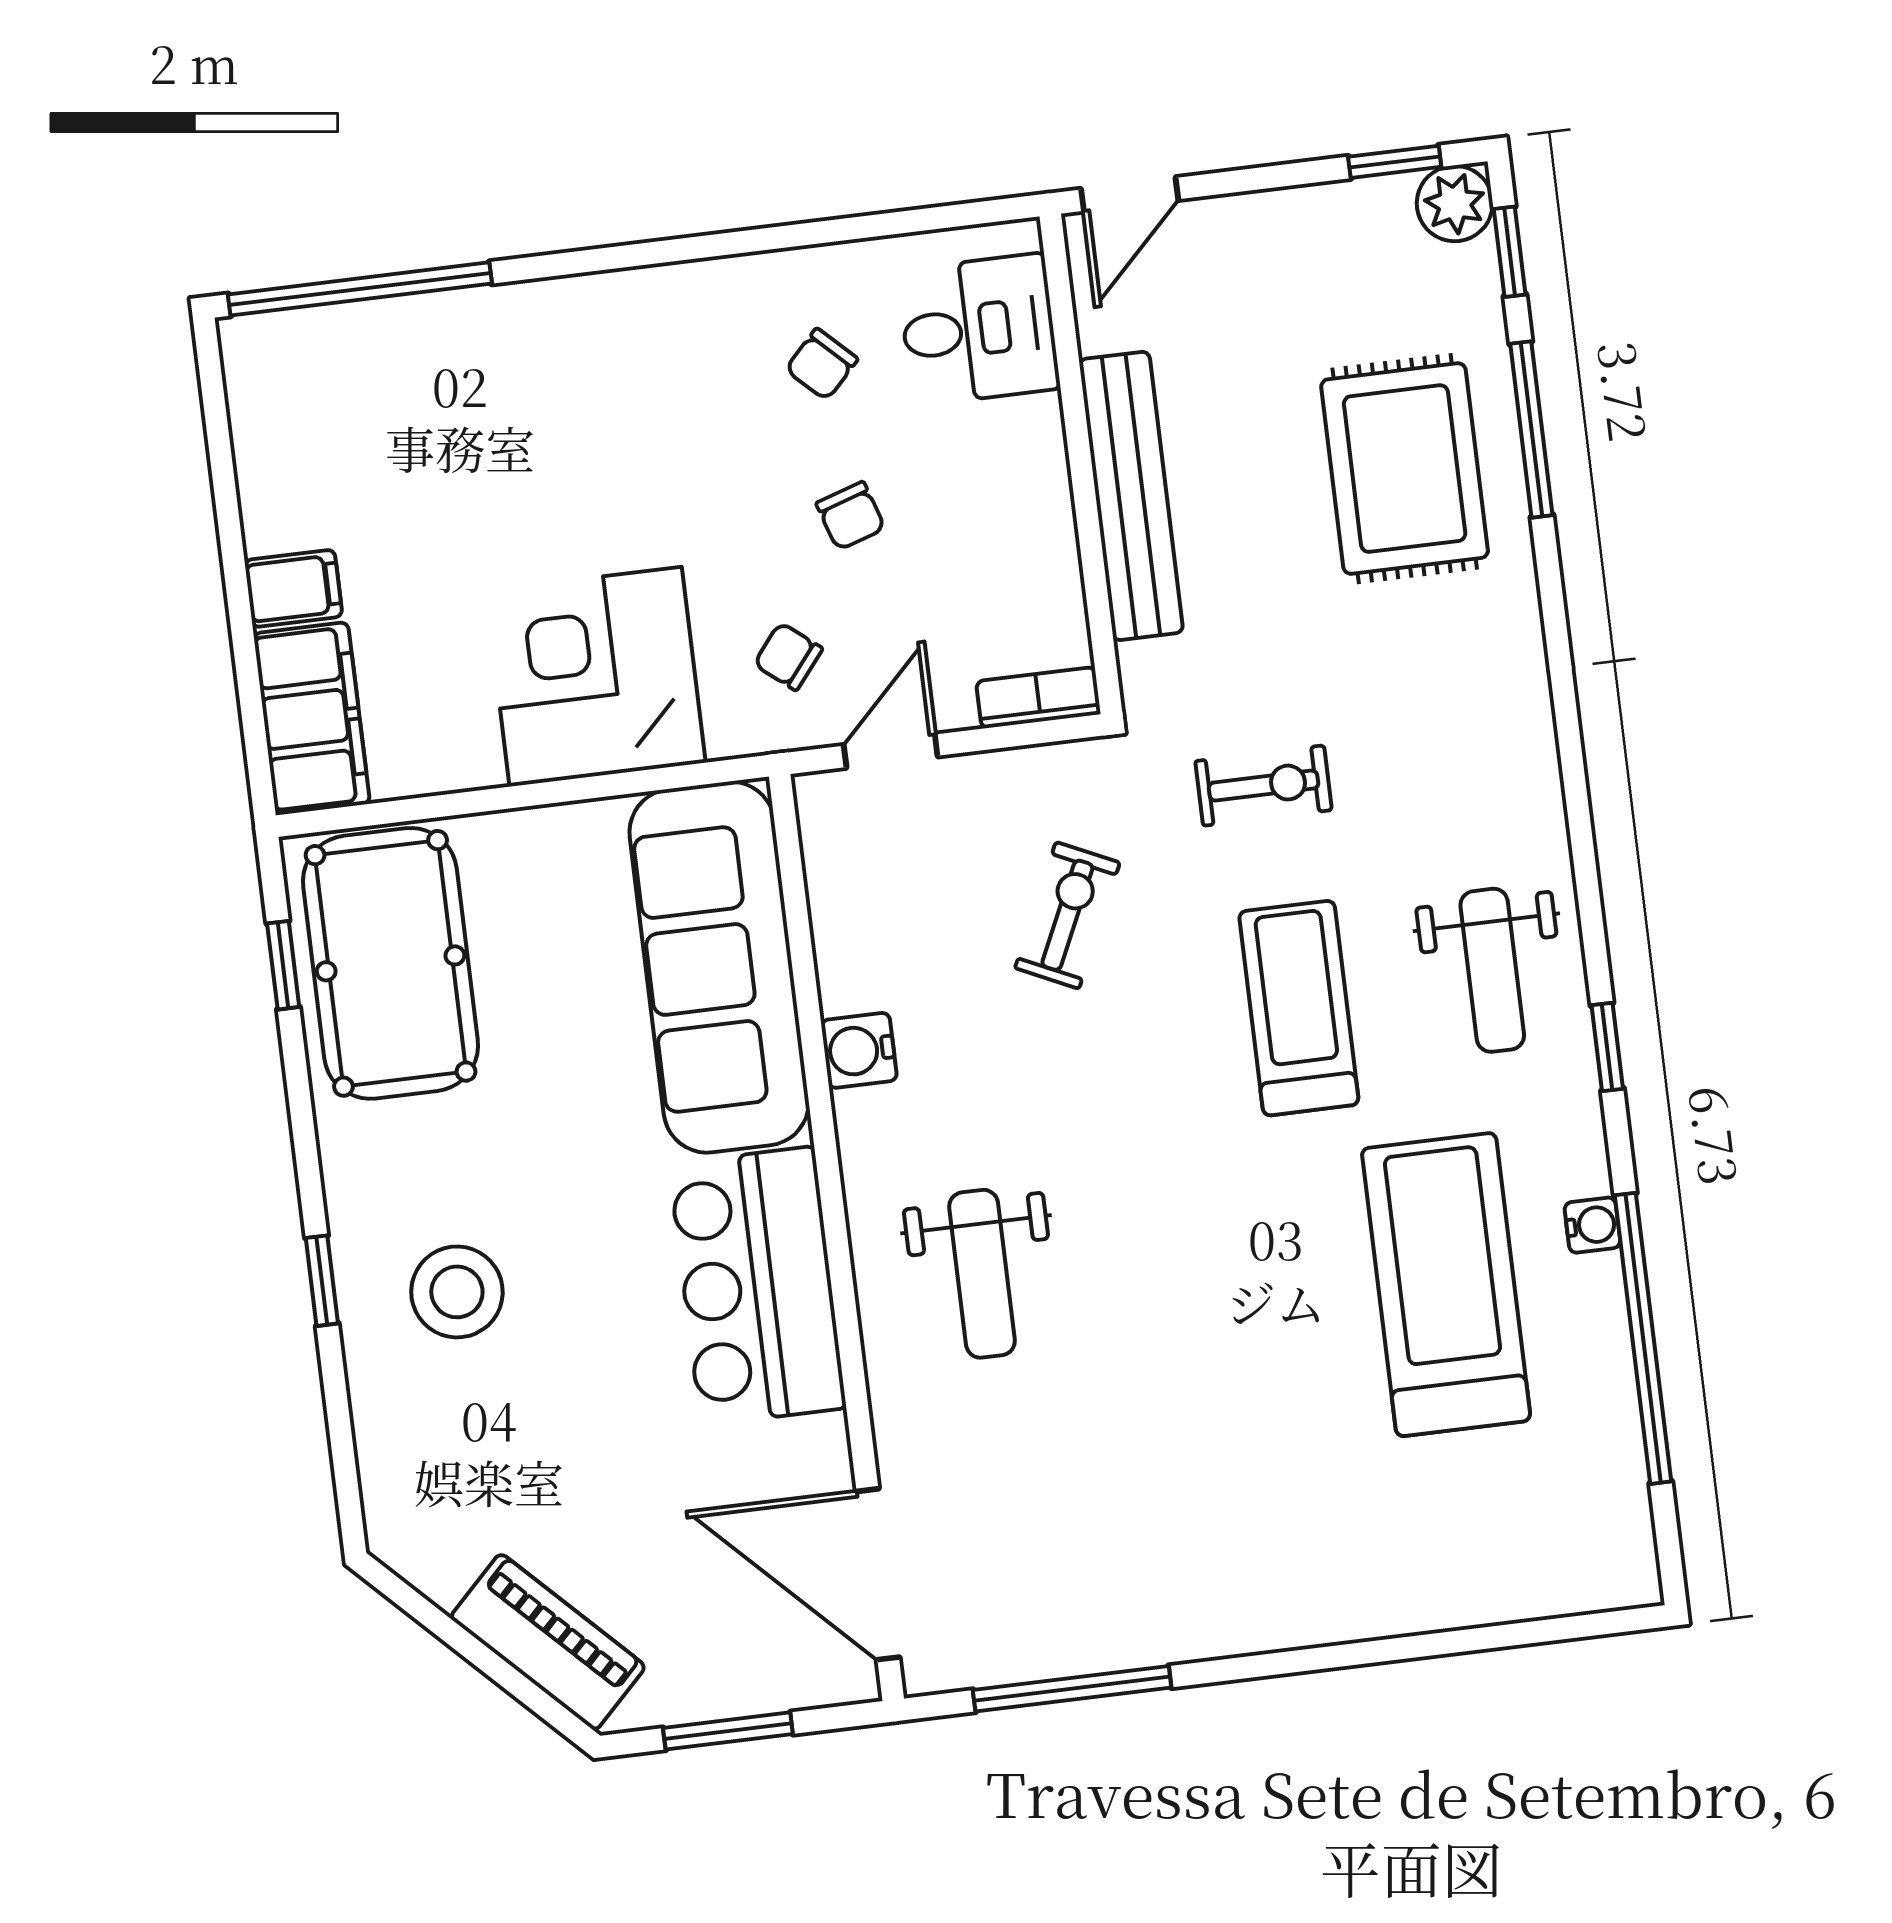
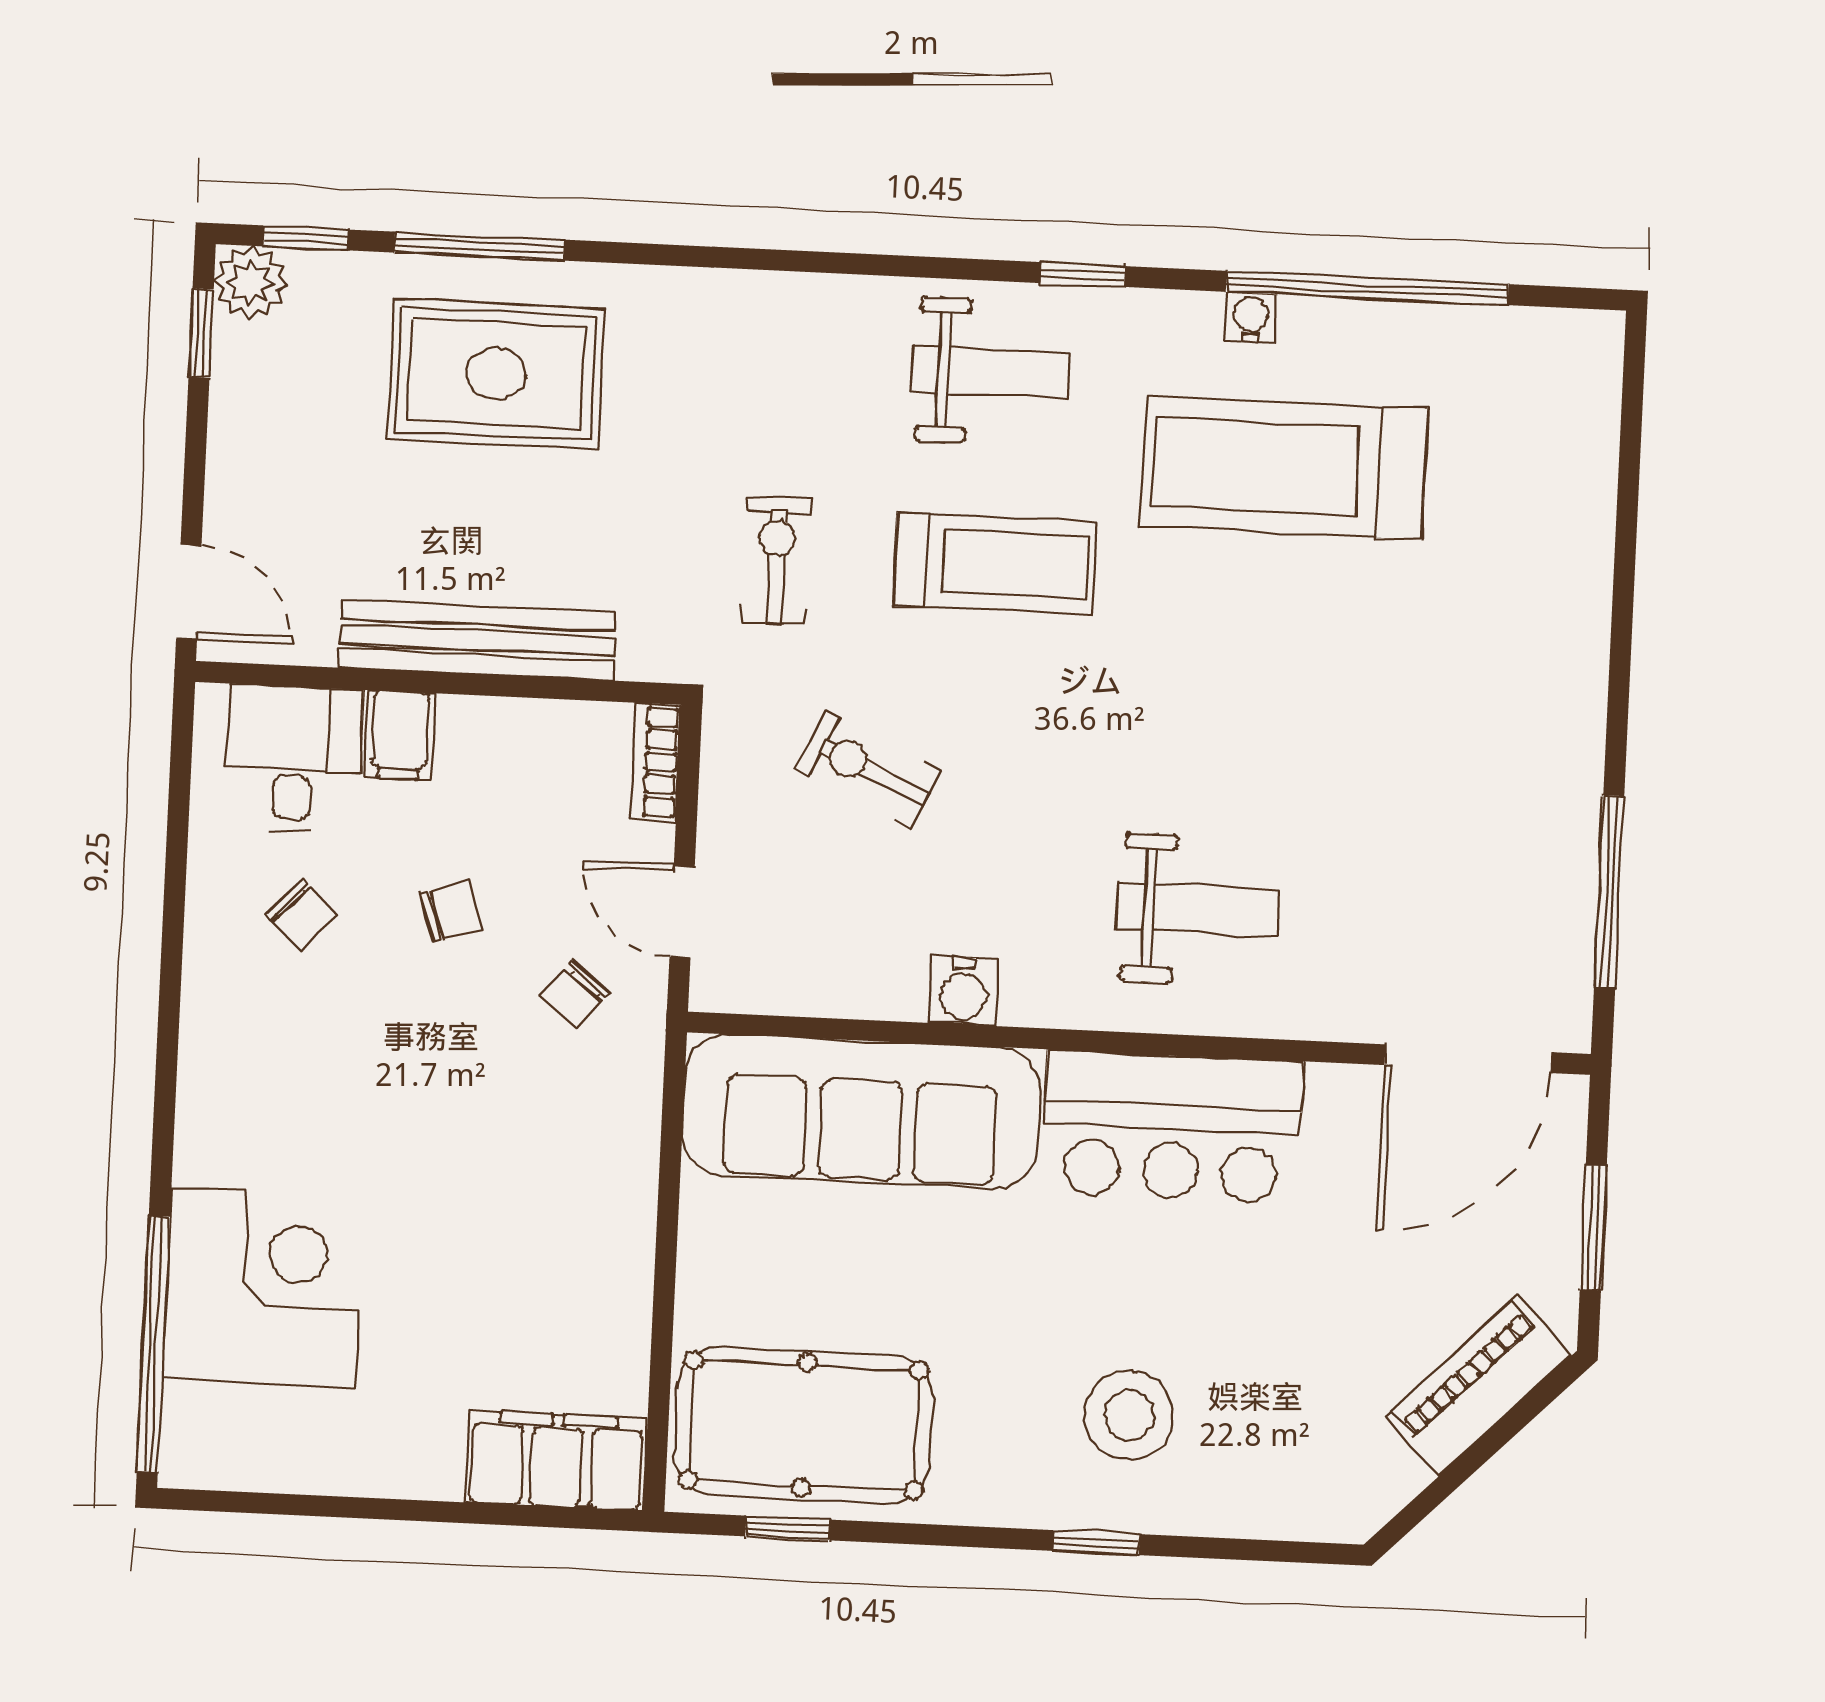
filing cabinet: (293, 588) -> (400, 736), moved, turned 180
corner desk: (596, 677) -> (262, 1287), moved, turned 180
treadmill: (1299, 1008) -> (995, 563), turned 180

